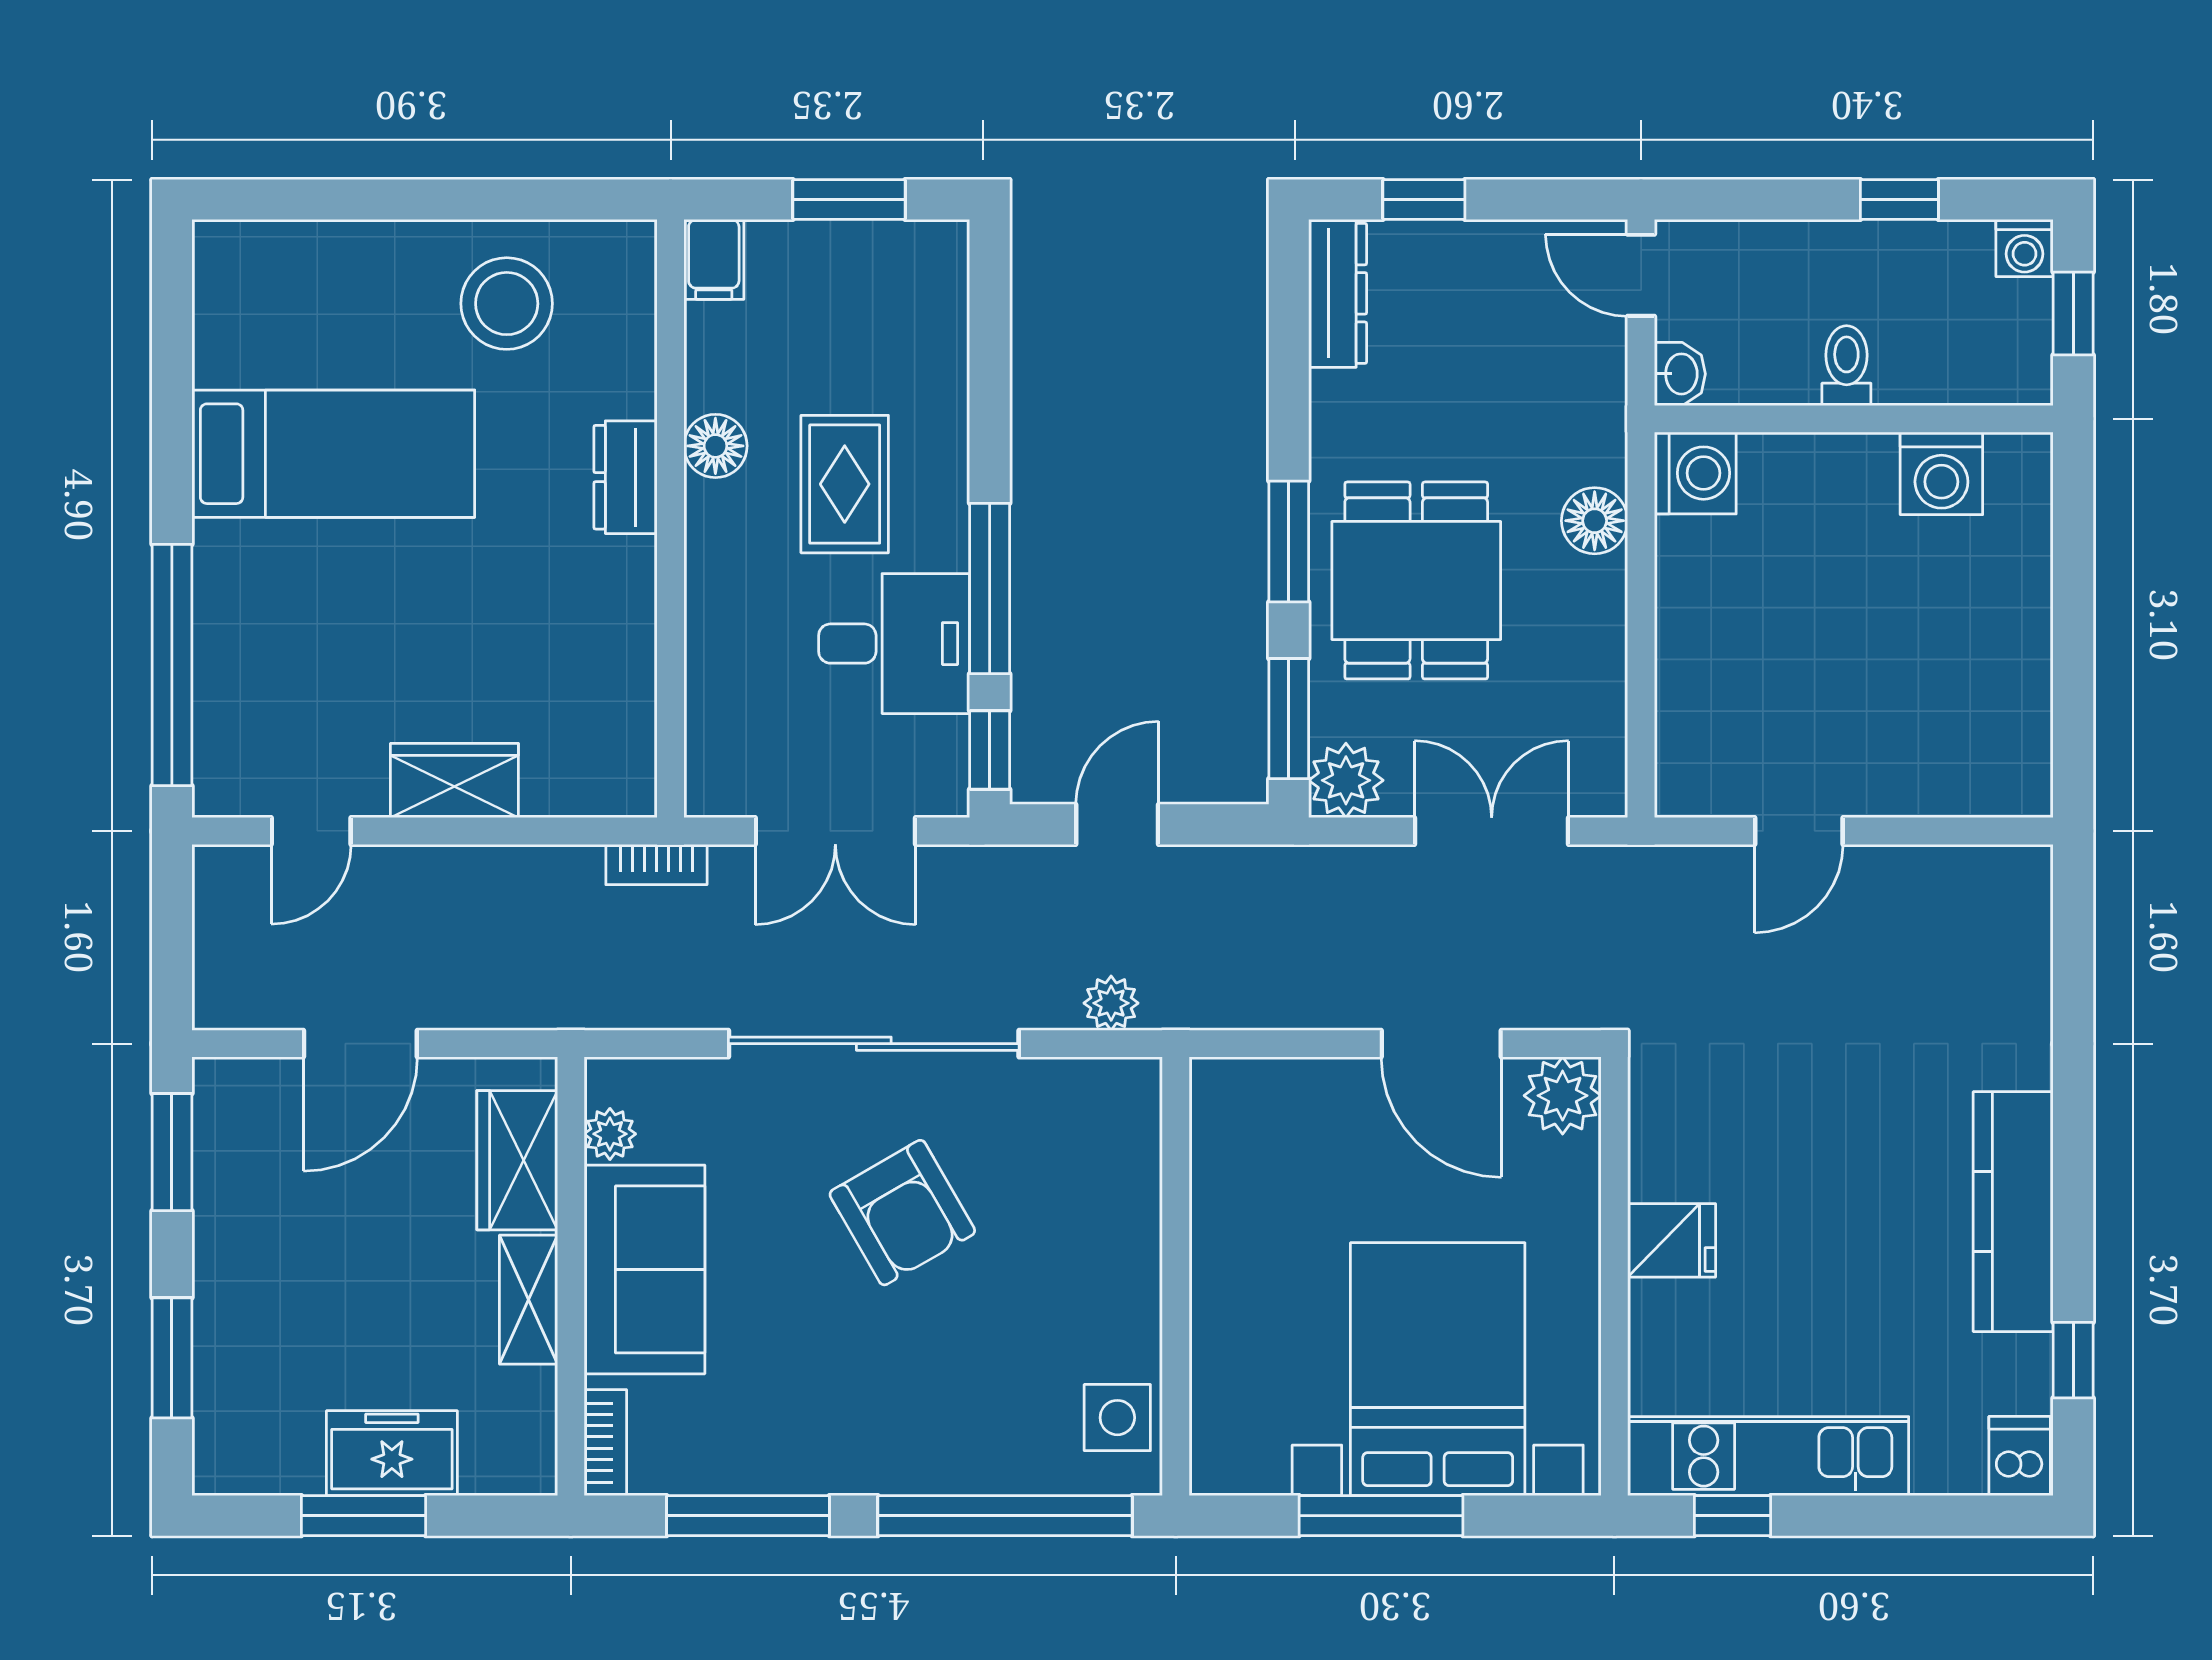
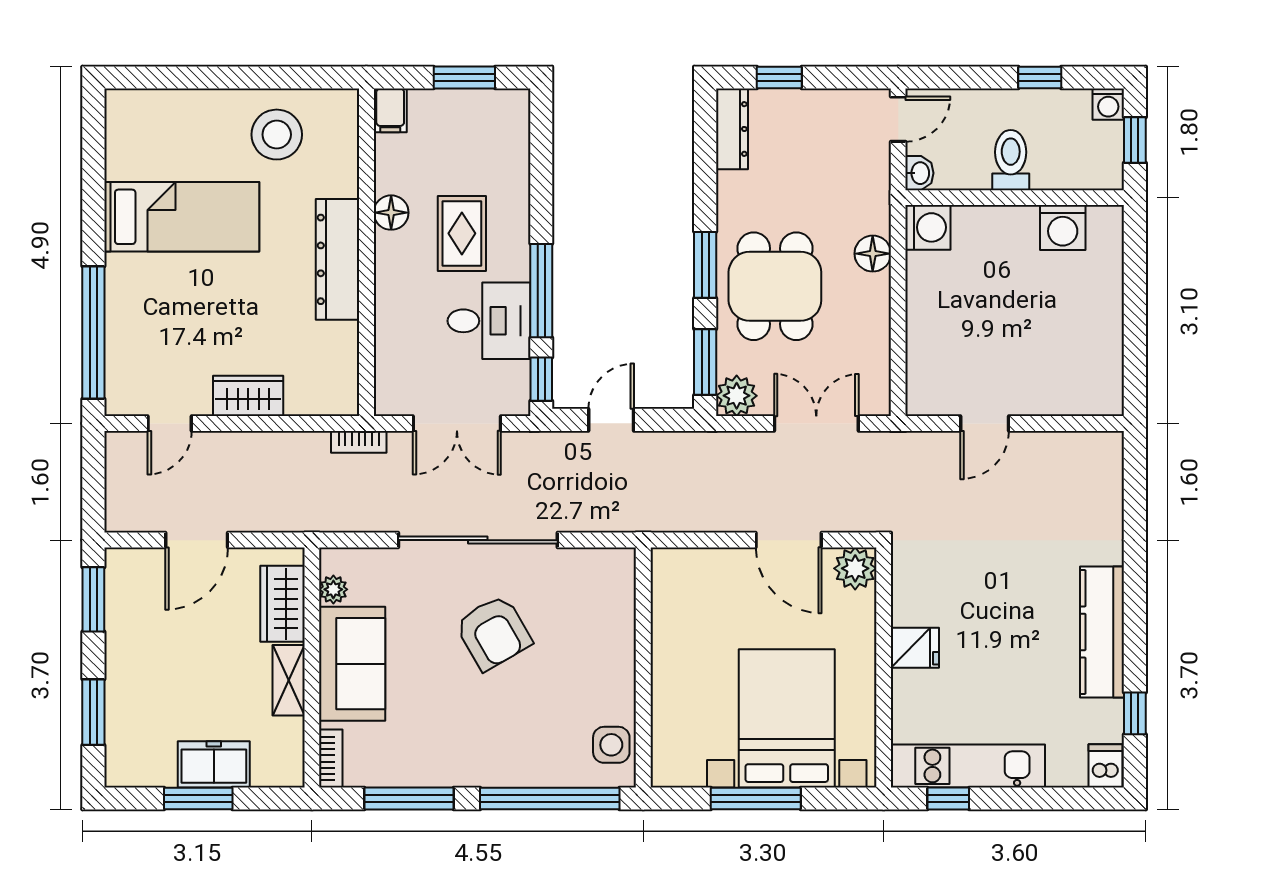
door: (1641, 275) -> (898, 119), swing flipped
toilet: (1846, 366) -> (1011, 160), width x1.37, depth x1.39
dresser: (626, 477) -> (338, 259), width x1.96, depth x1.24
plant: (1111, 1003) -> (608, 518), removed

